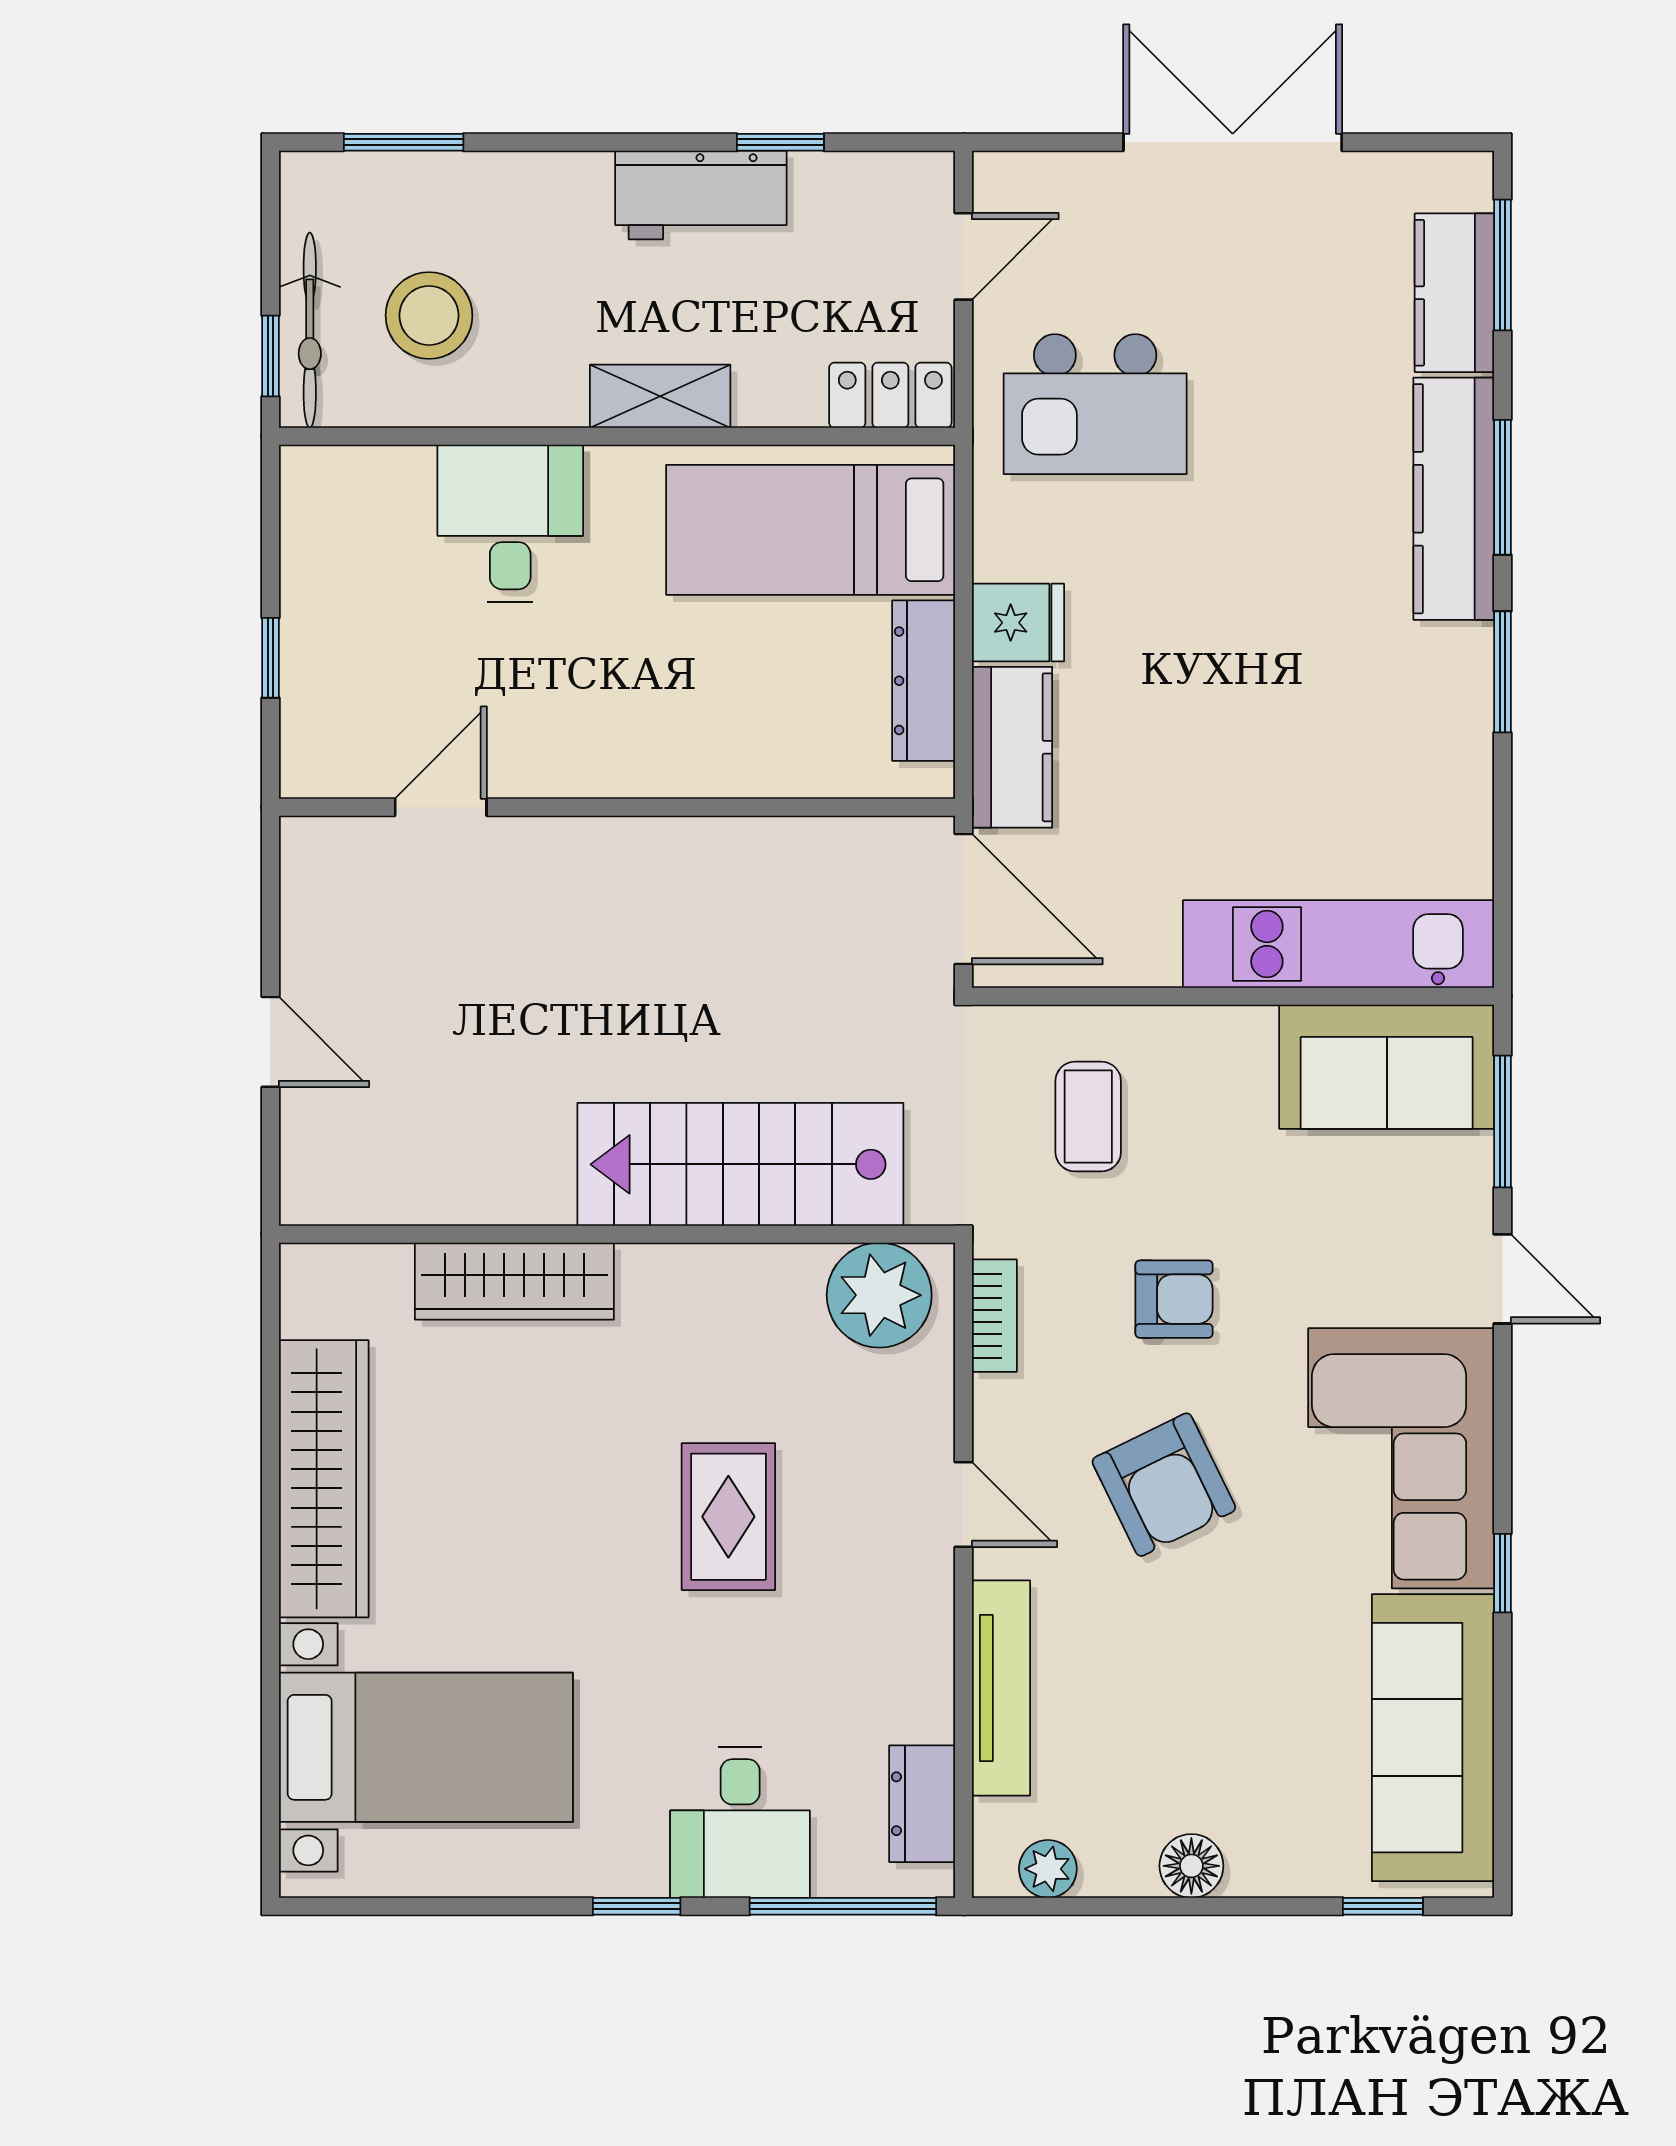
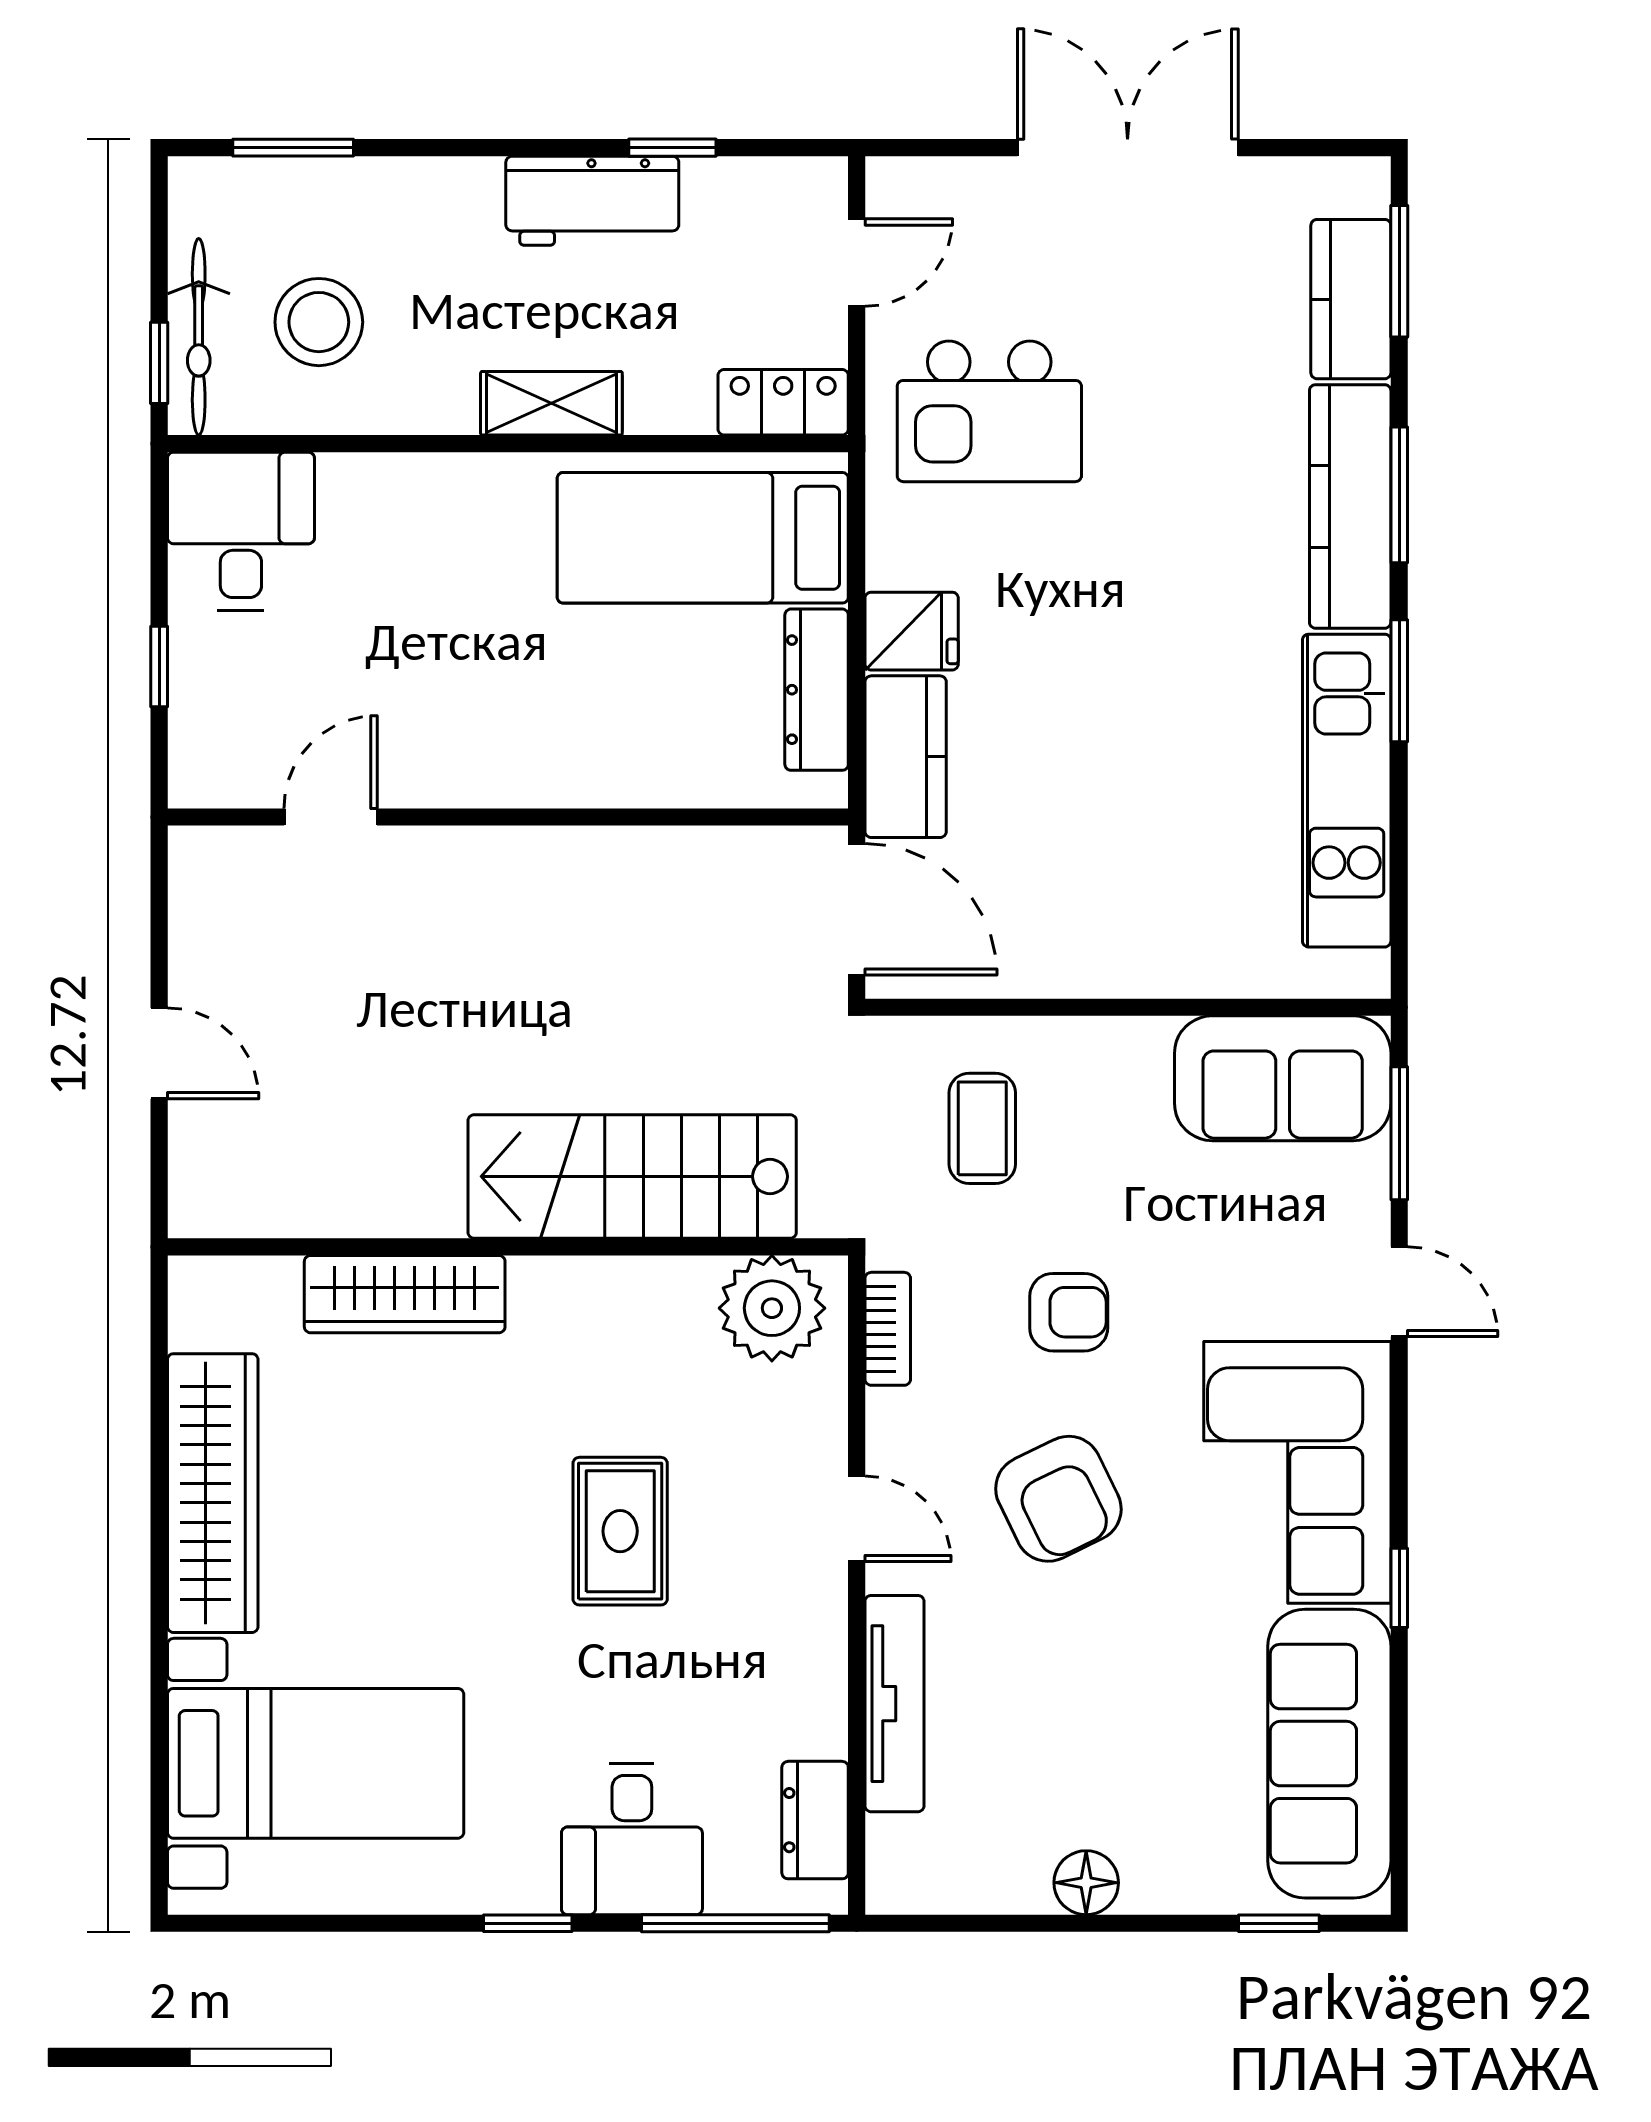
desk: (510, 523) -> (241, 531), moved
kitchen unit: (1338, 944) -> (1347, 791), moved, turned -90
plant: (1048, 1869) -> (942, 1886), removed

